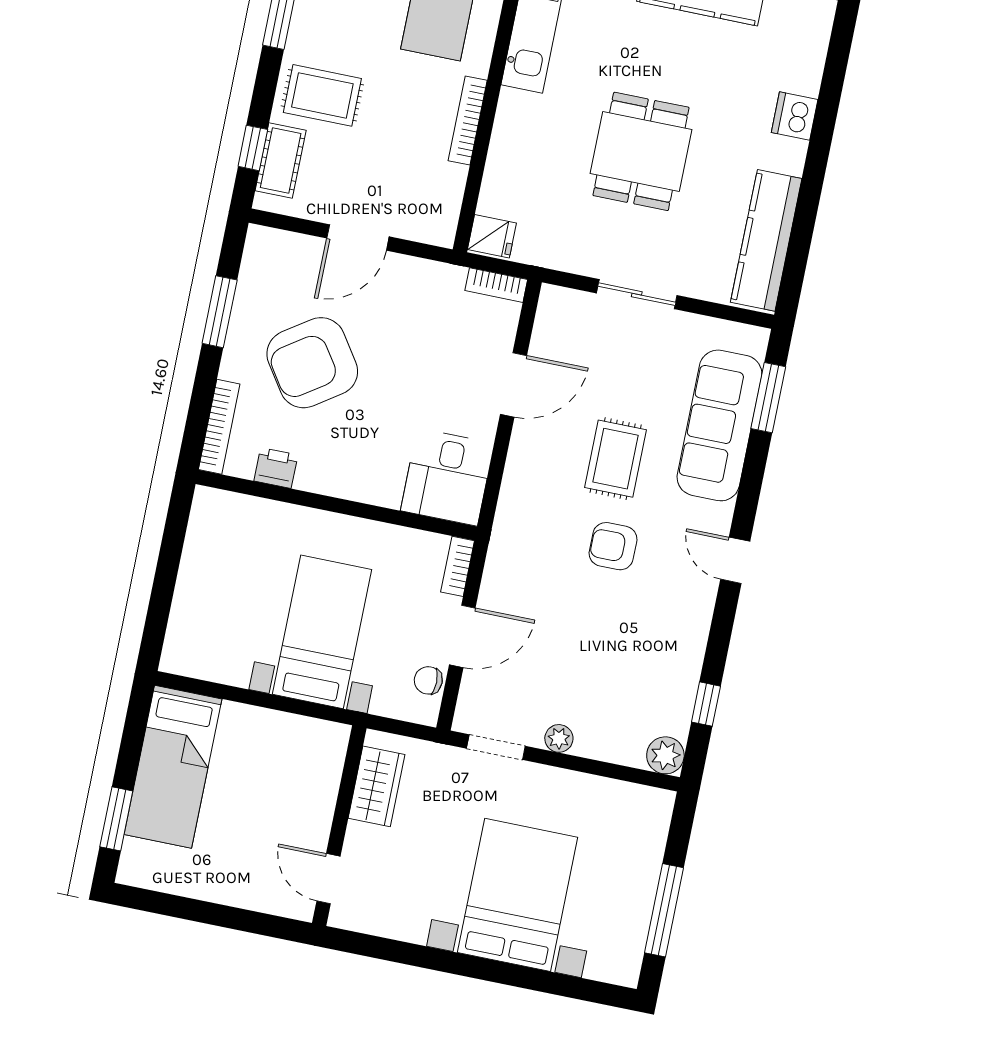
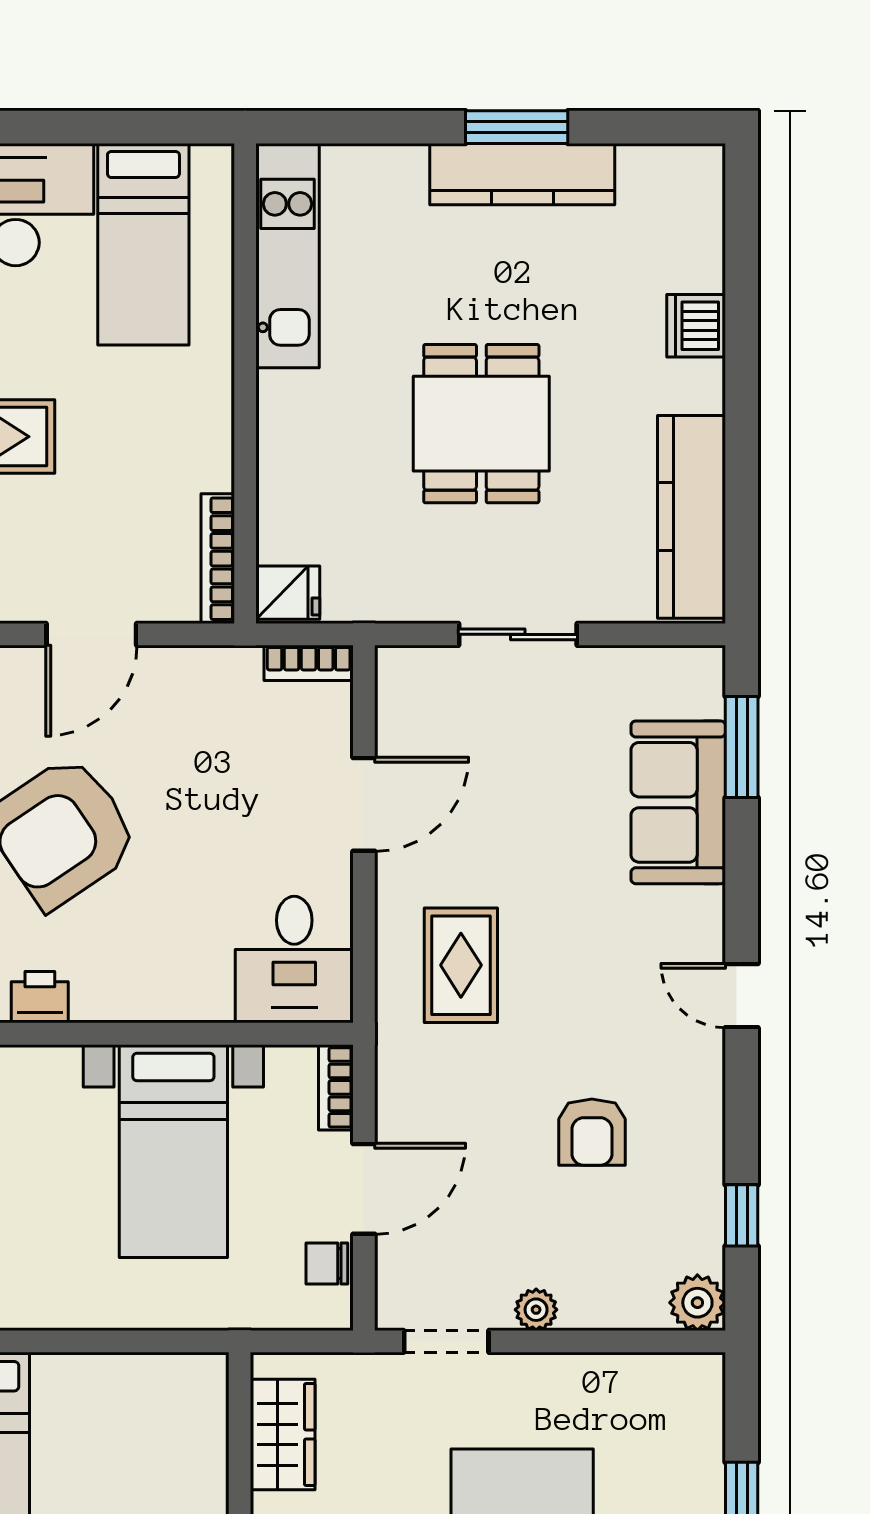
bookcase: (468, 121) -> (218, 559), moved
sofa: (719, 425) -> (678, 802), width x0.73
rug: (615, 459) -> (461, 965), moved
armchair: (613, 546) -> (592, 1132), moved, turned -90
bed with nightstands: (322, 632) -> (173, 1151), moved, turned 180

